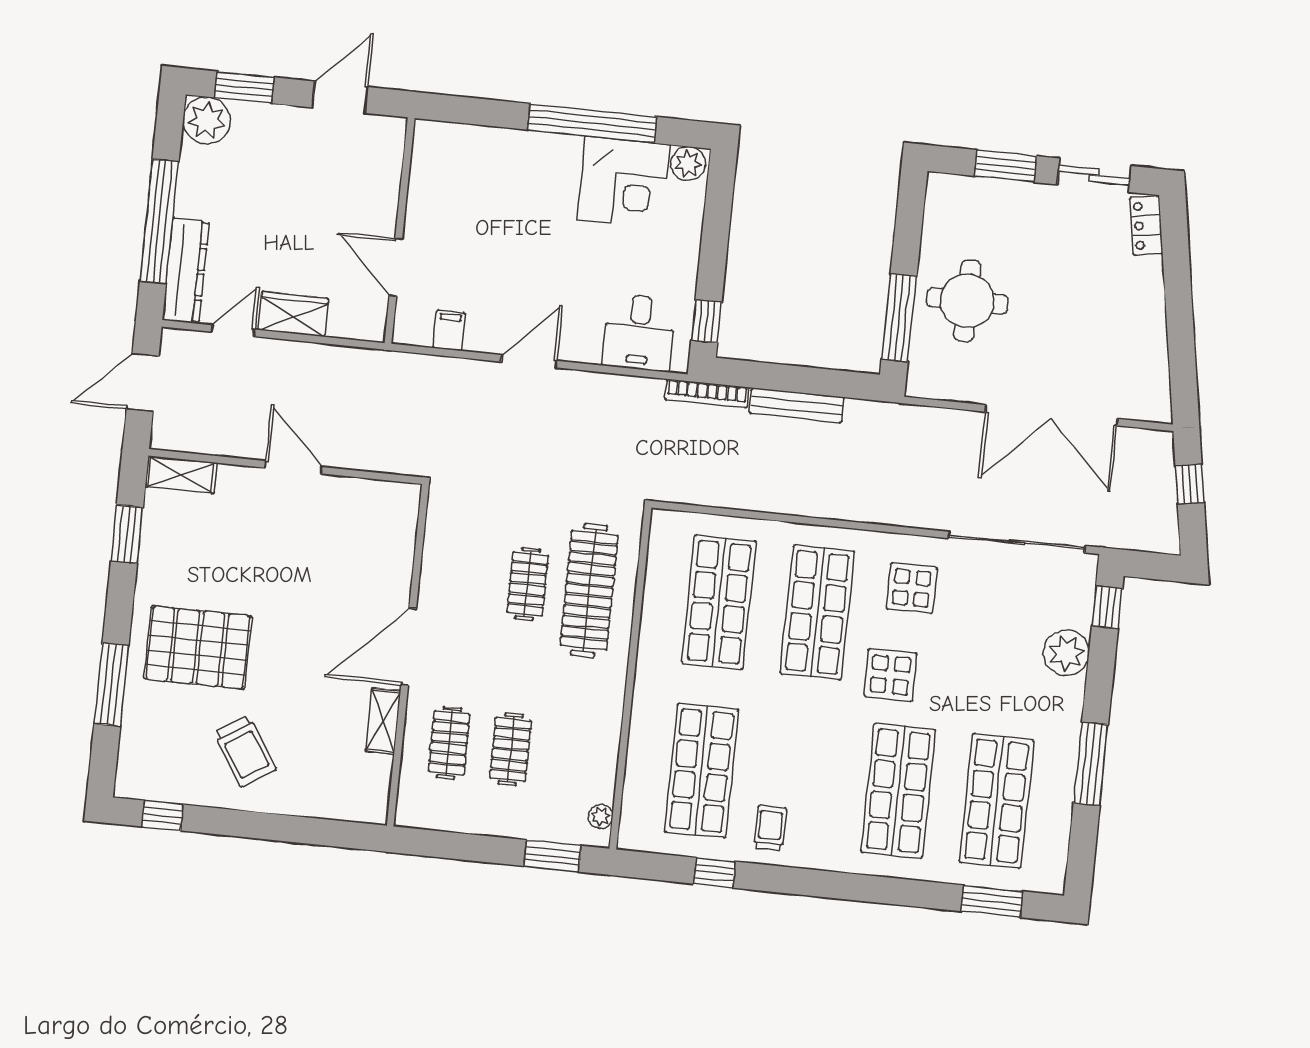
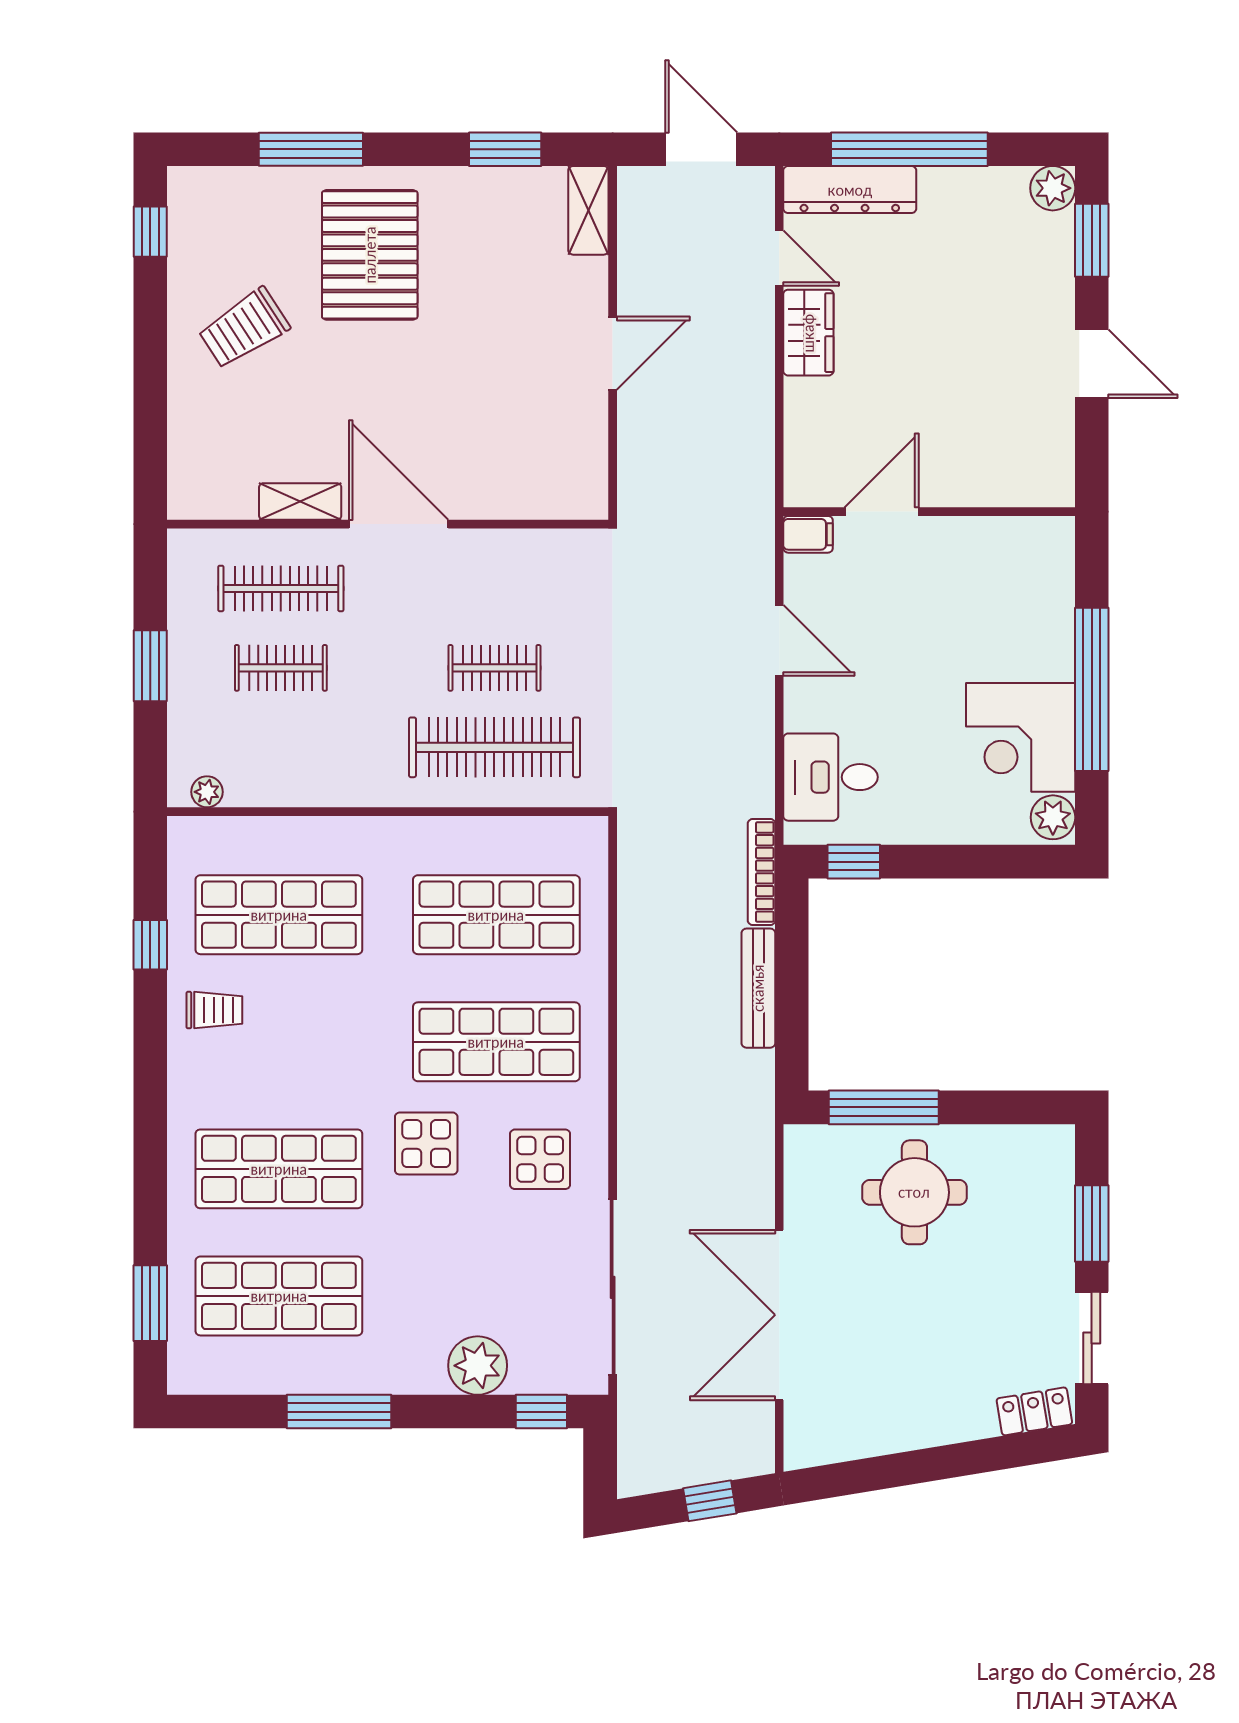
plant: (207, 120) -> (1053, 188), width x0.73, depth x0.73
wall: (400, 231) -> (929, 512), moved
door: (396, 267) -> (882, 512), moved
clothes rail: (449, 743) -> (281, 588), width x1.36
window: (552, 856) -> (150, 666), moved

